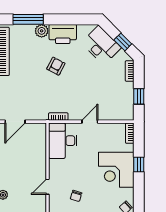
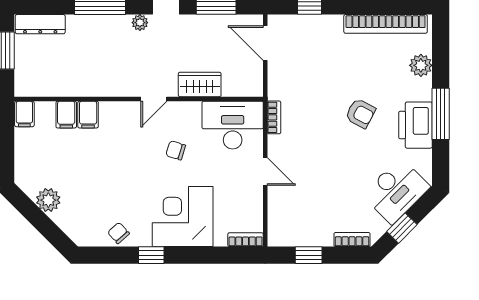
window: (28, 19) -> (441, 114), moved
plant: (42, 31) -> (421, 65), moved
wardrobe: (39, 160) -> (200, 84), added
window: (139, 165) -> (151, 255), moved
door: (48, 187) -> (154, 99), swing flipped
chair: (76, 196) -> (176, 150), moved

